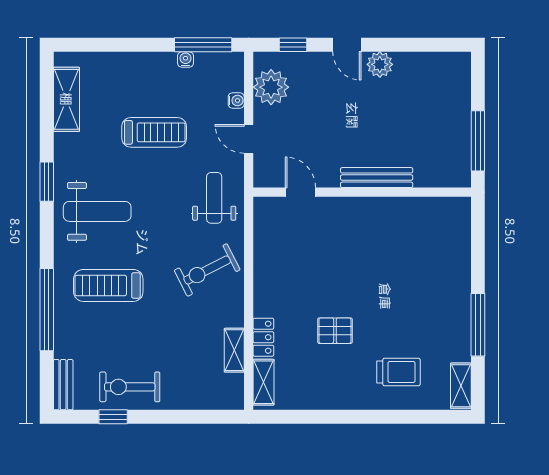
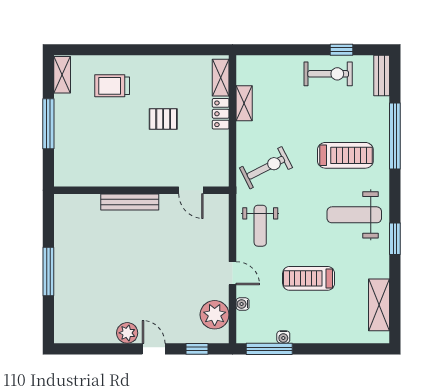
bench: (377, 178) -> (130, 202), moved
door: (300, 192) -> (191, 190), moved
wall: (362, 192) -> (141, 190), moved

